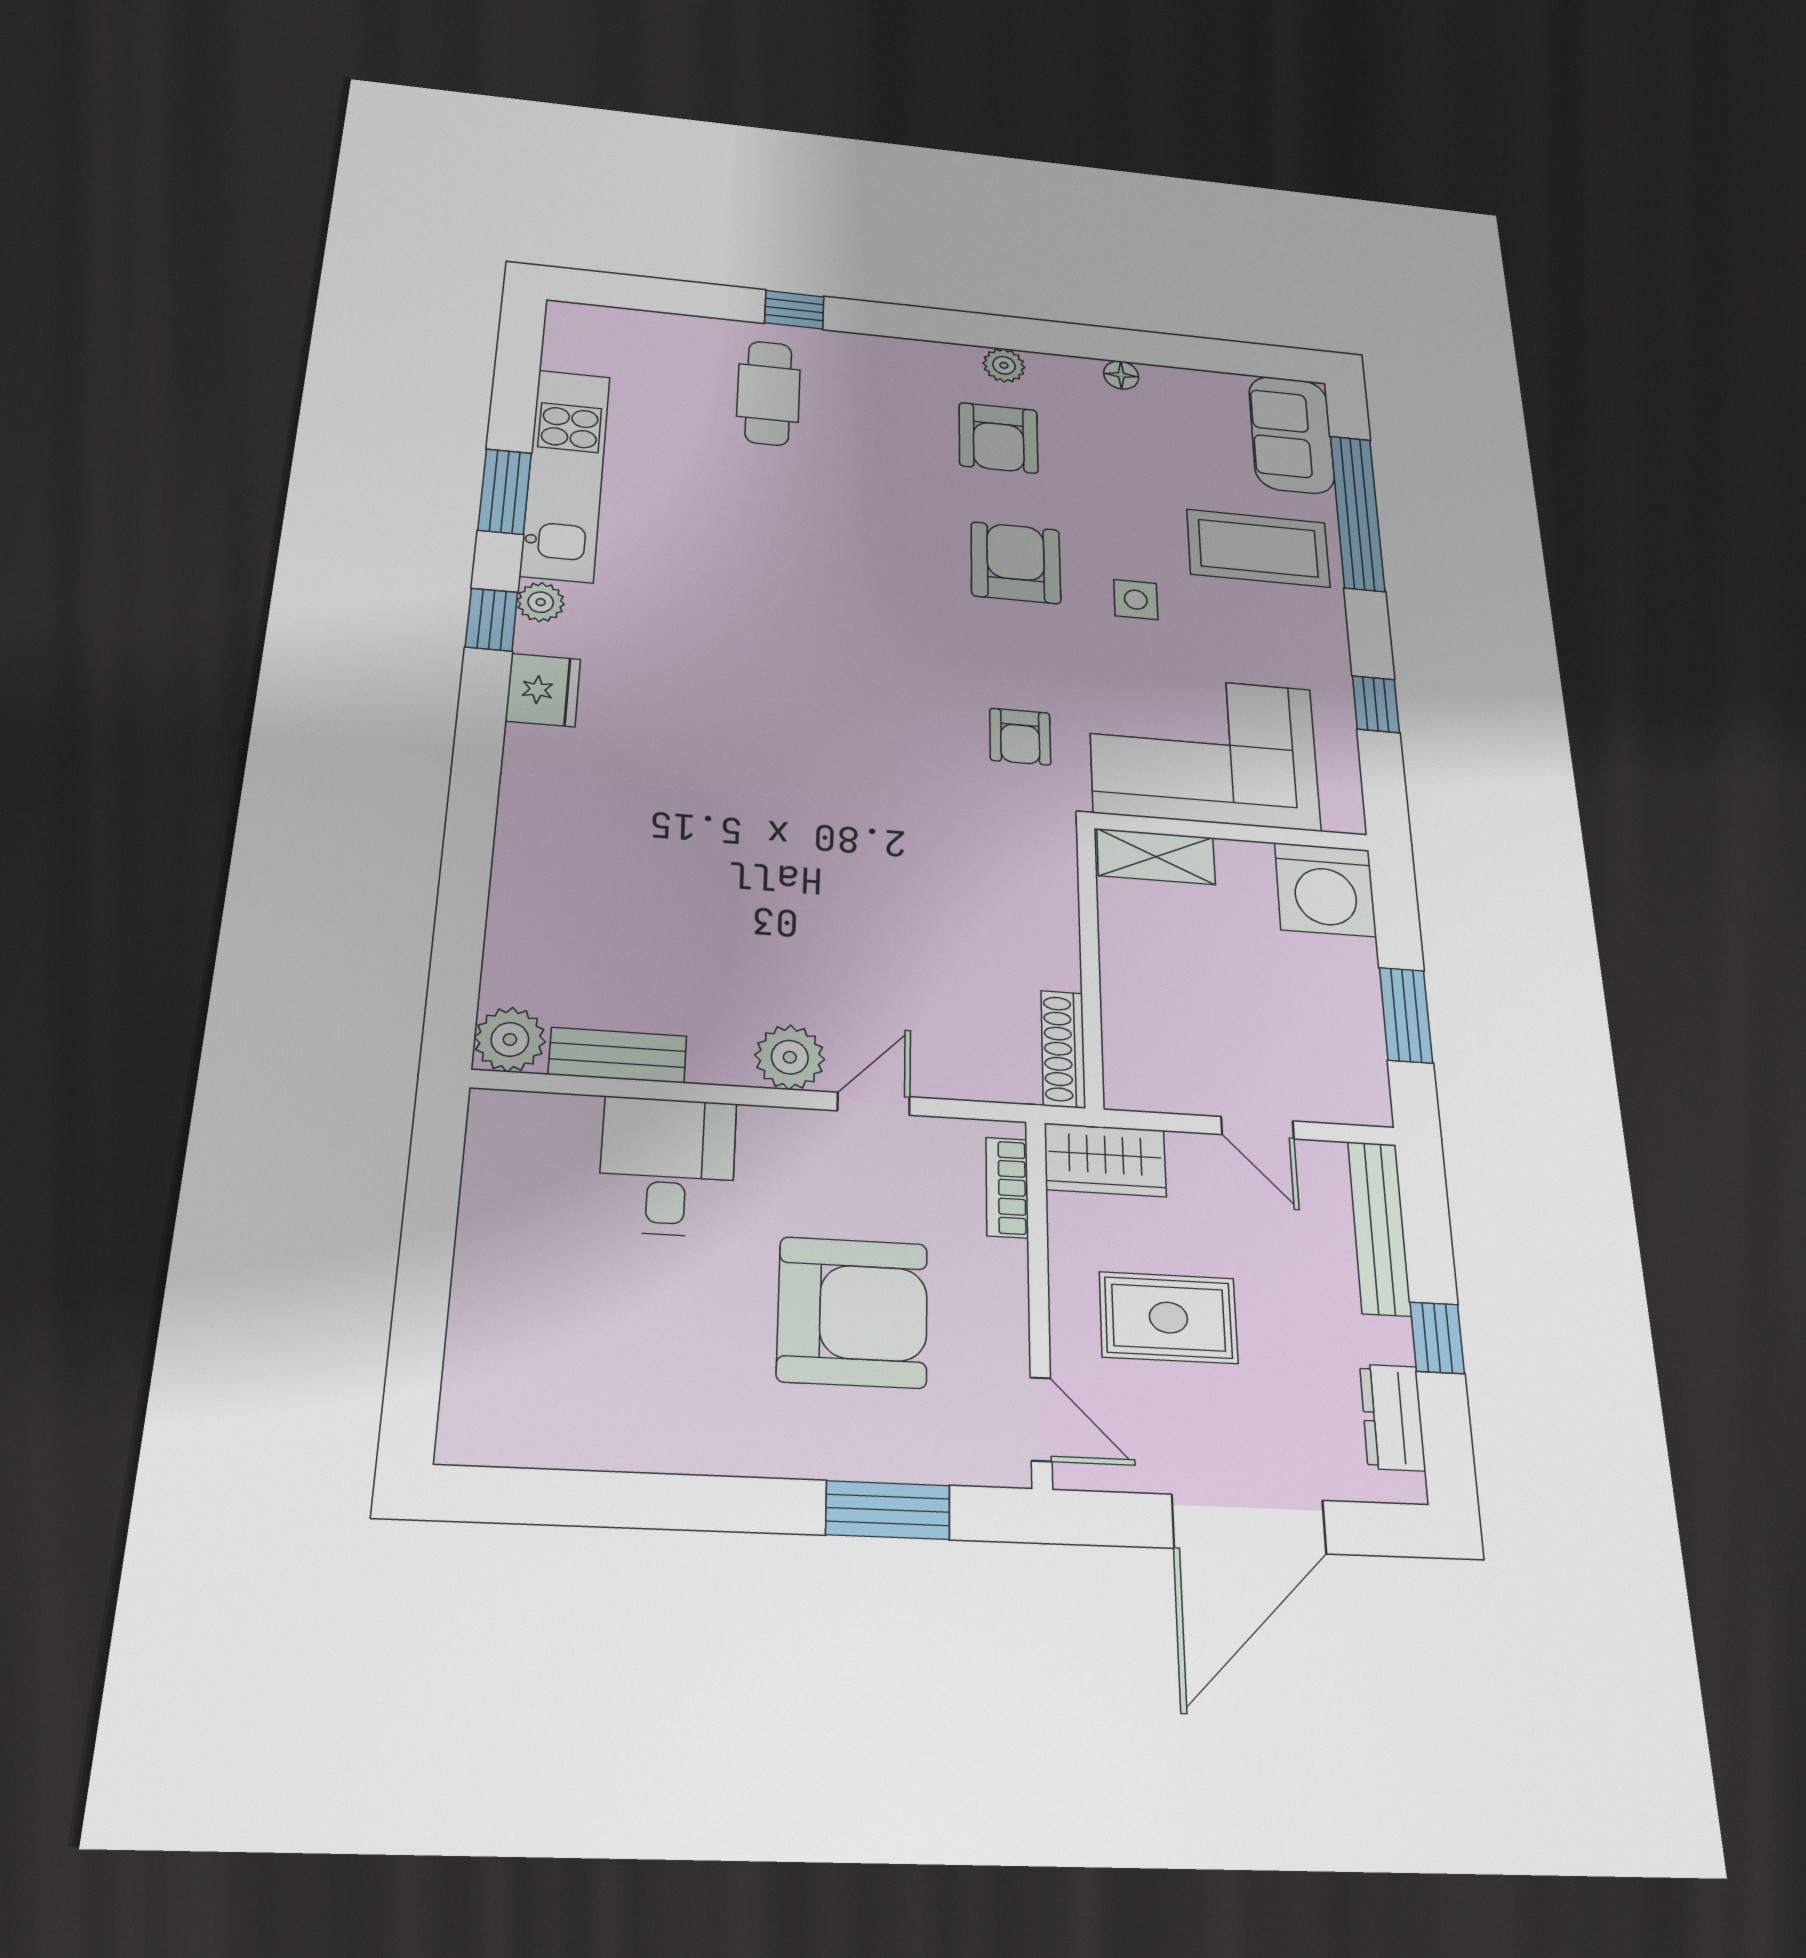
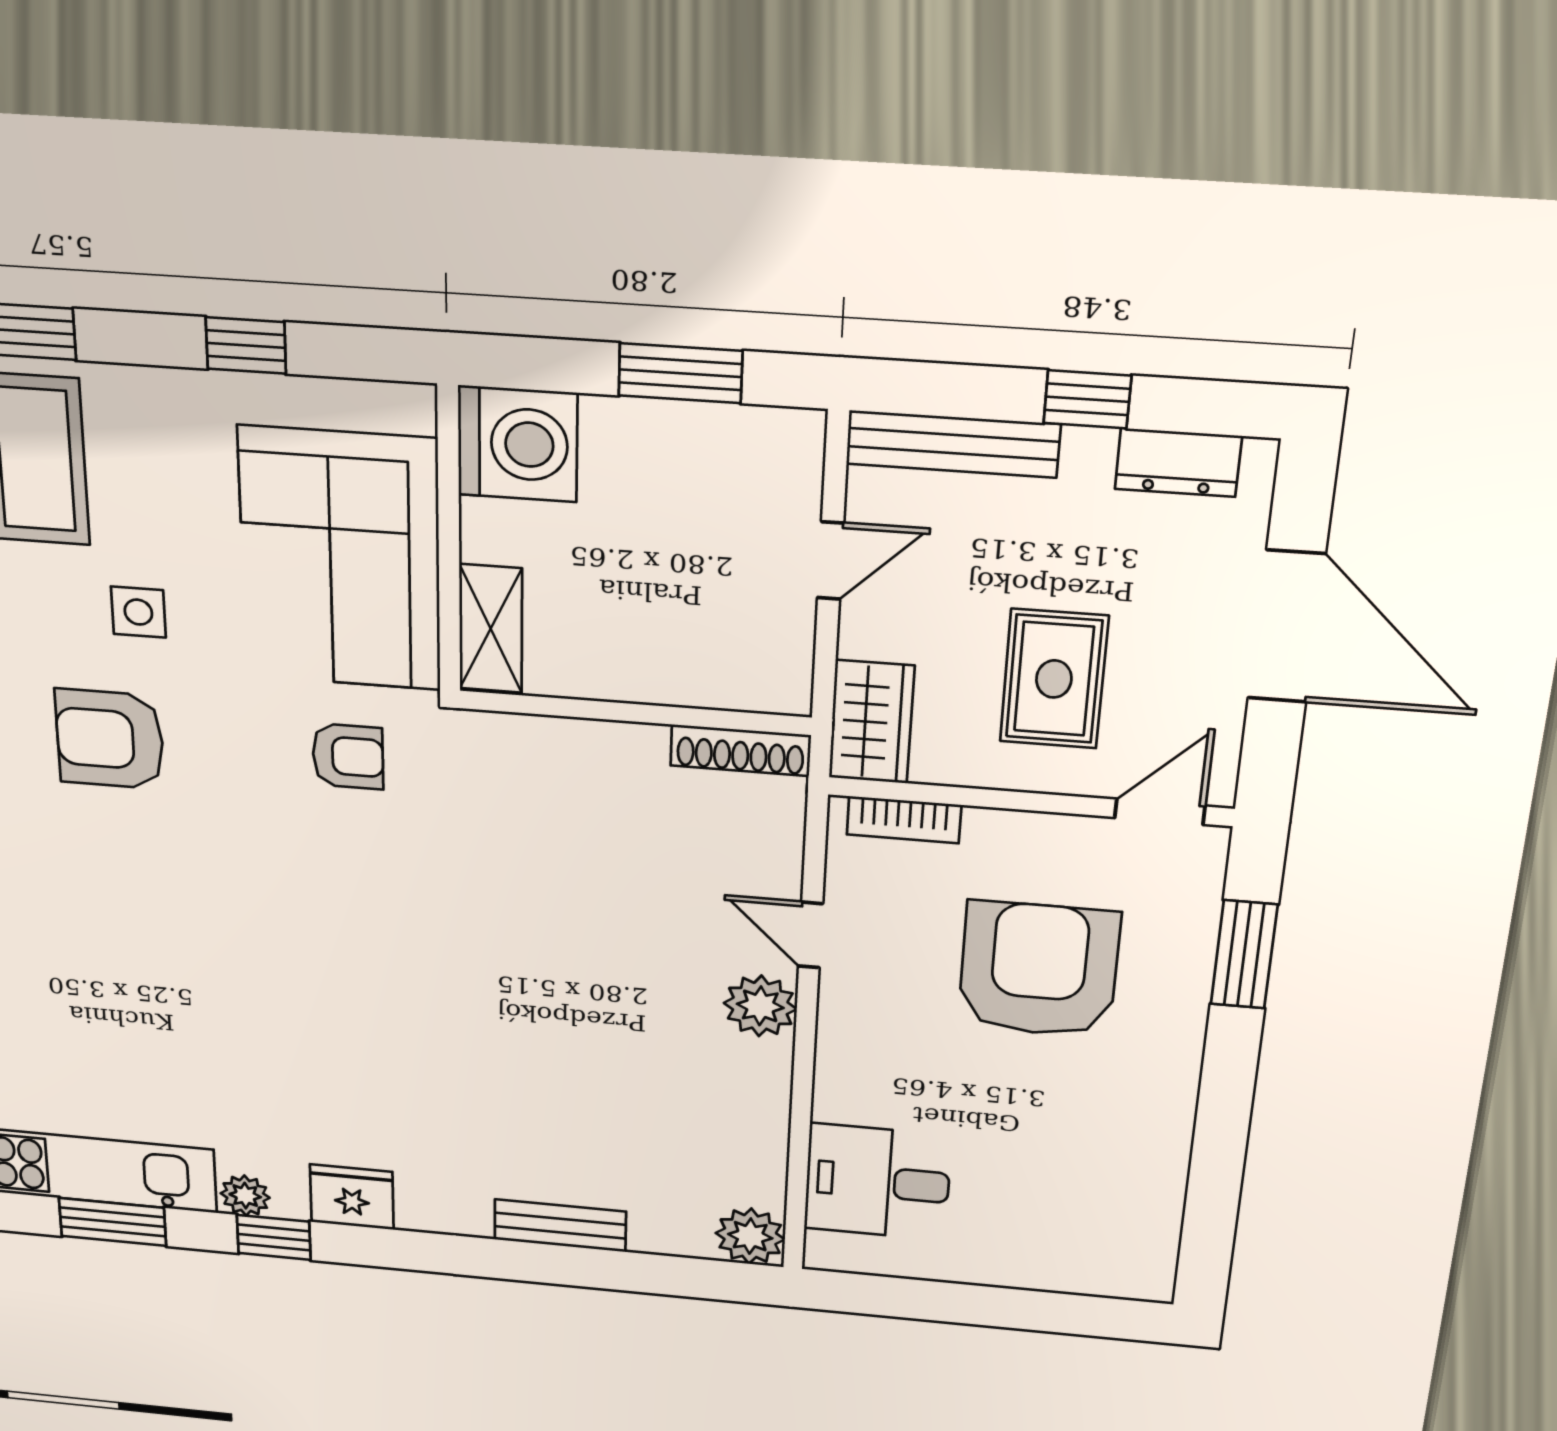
bench: (618, 1055) -> (560, 1226), moved, turned 90
desk: (667, 1166) -> (877, 1182), moved

